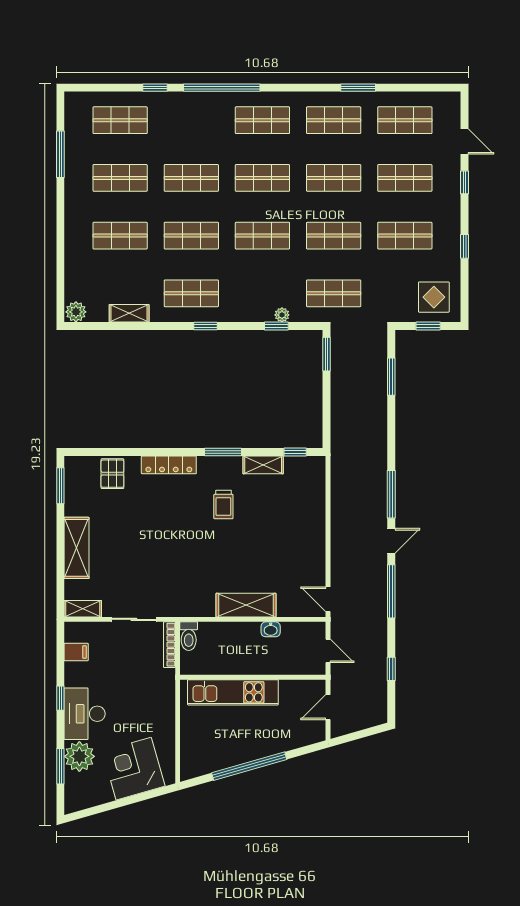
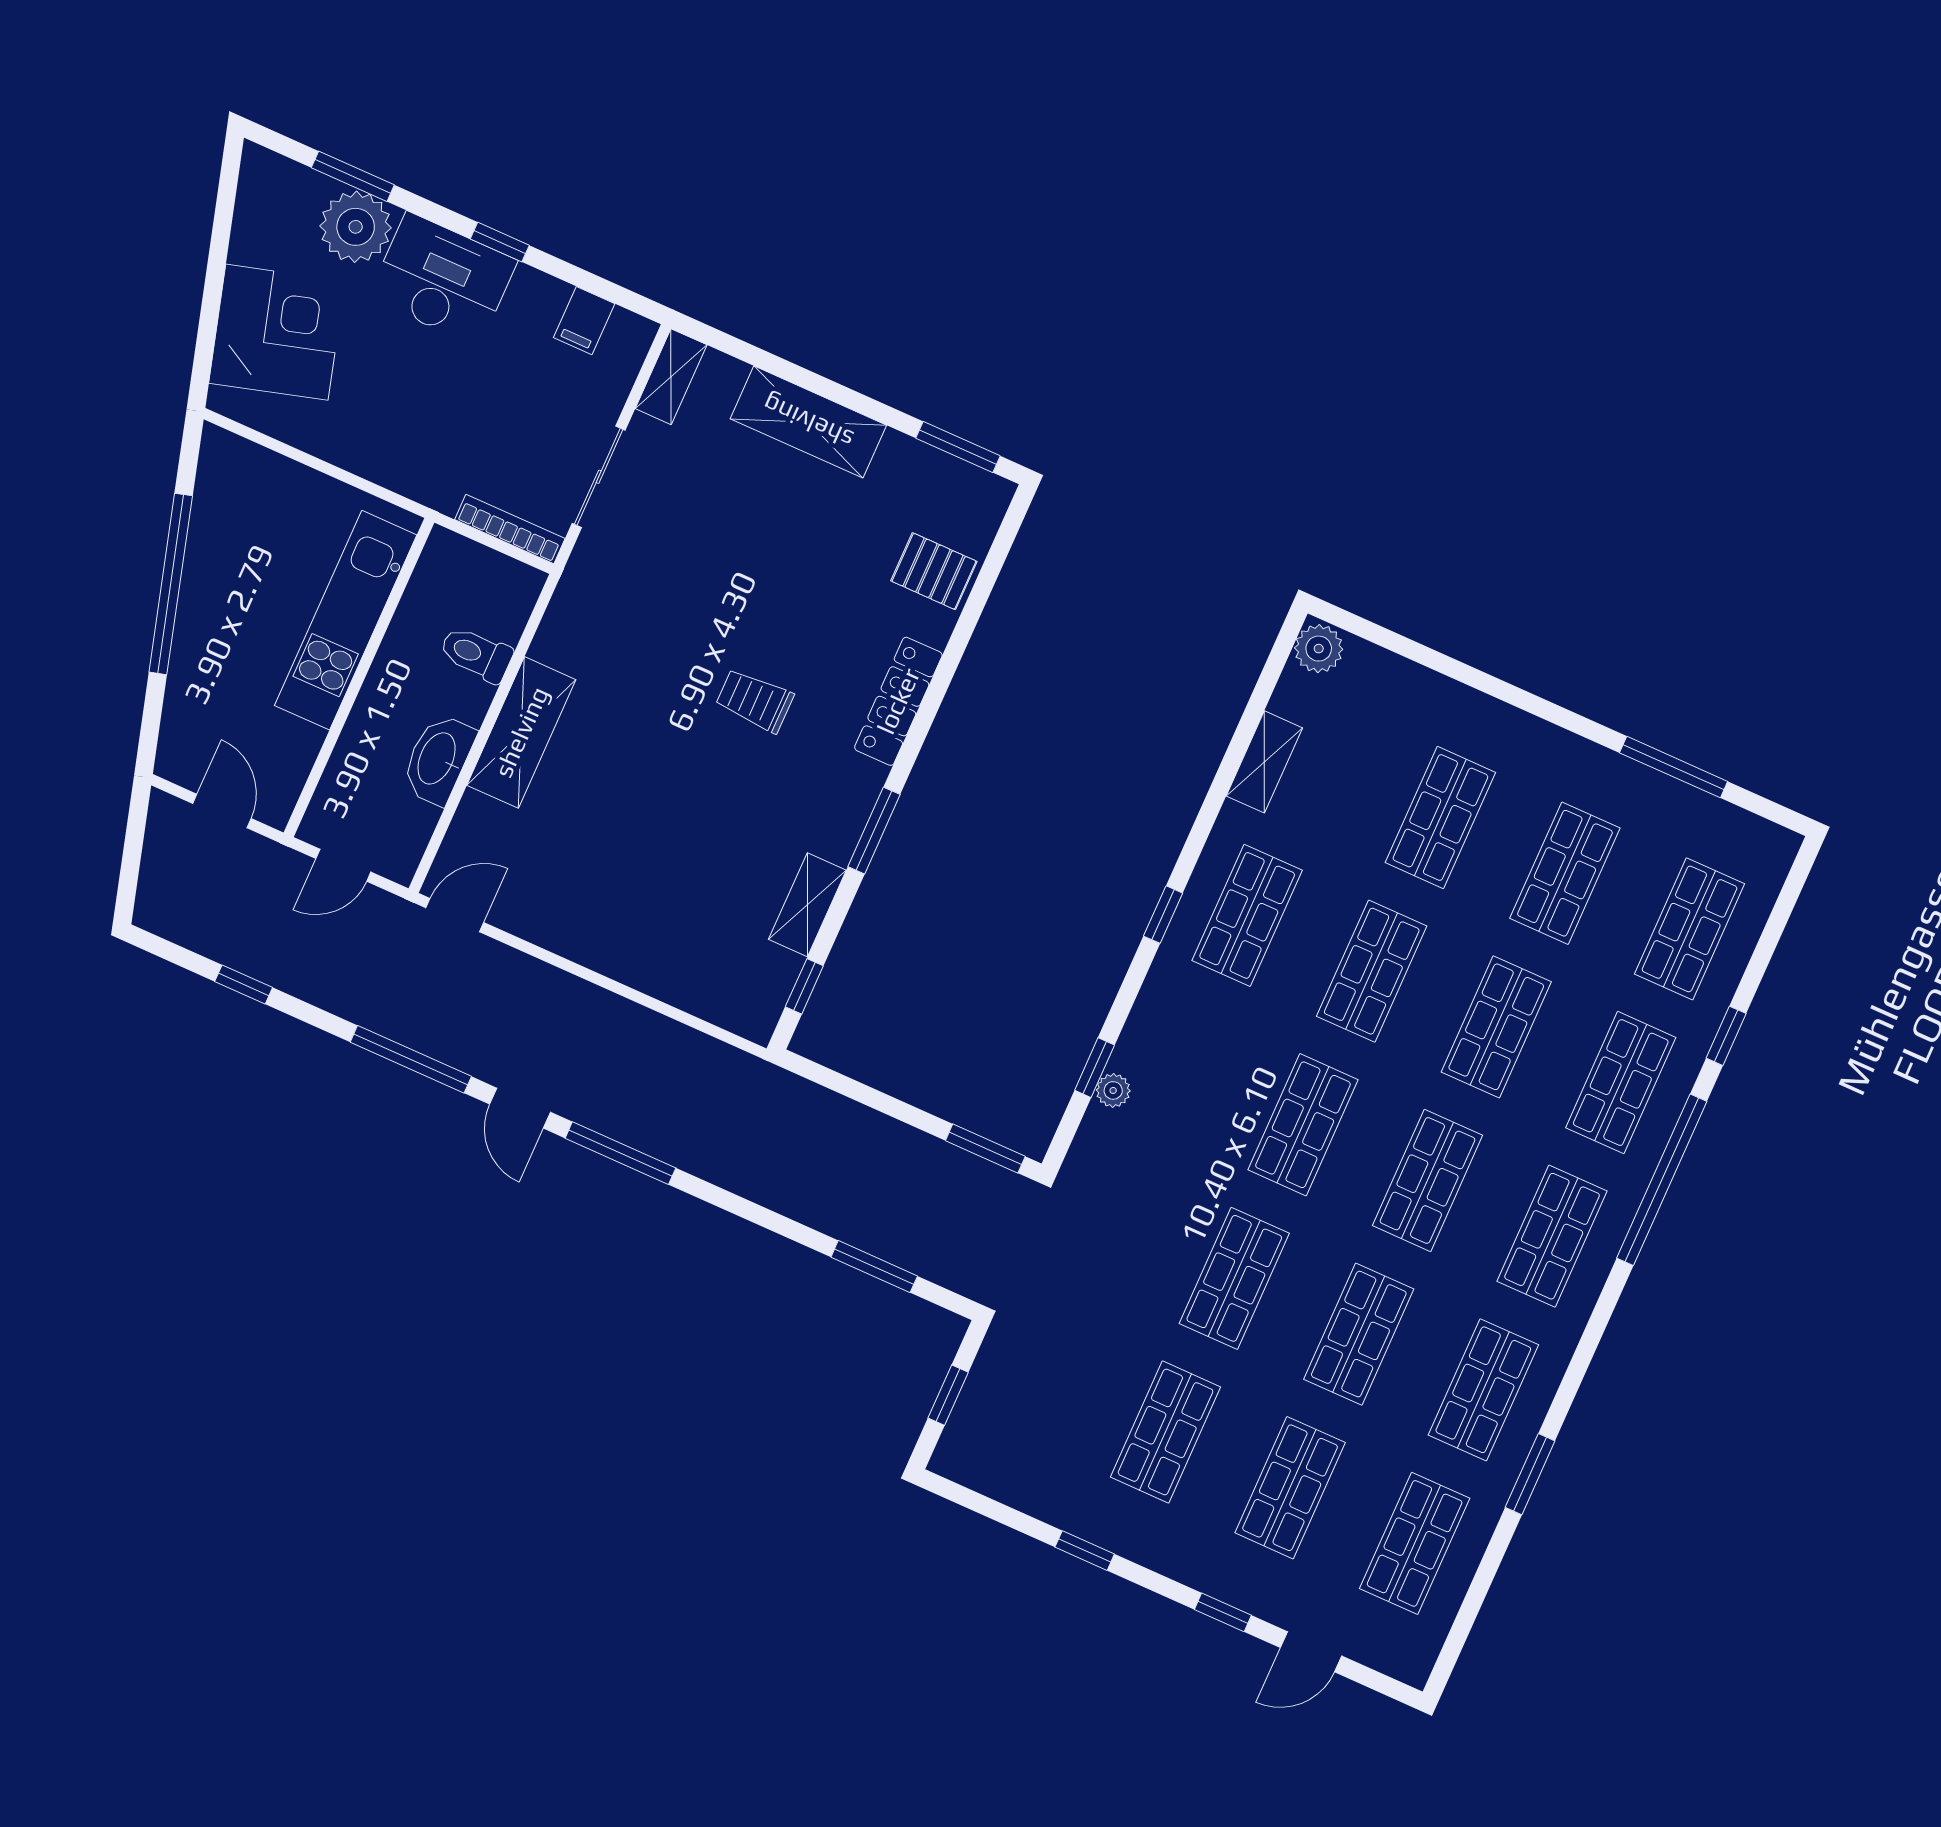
shop shelf: (334, 293) -> (1621, 1083), moved
display table: (434, 297) -> (1005, 1435), removed
trolley: (223, 505) -> (755, 700), moved
washbasin: (271, 629) -> (438, 759), width x1.91, depth x1.45
toilet: (189, 636) -> (476, 654), moved

